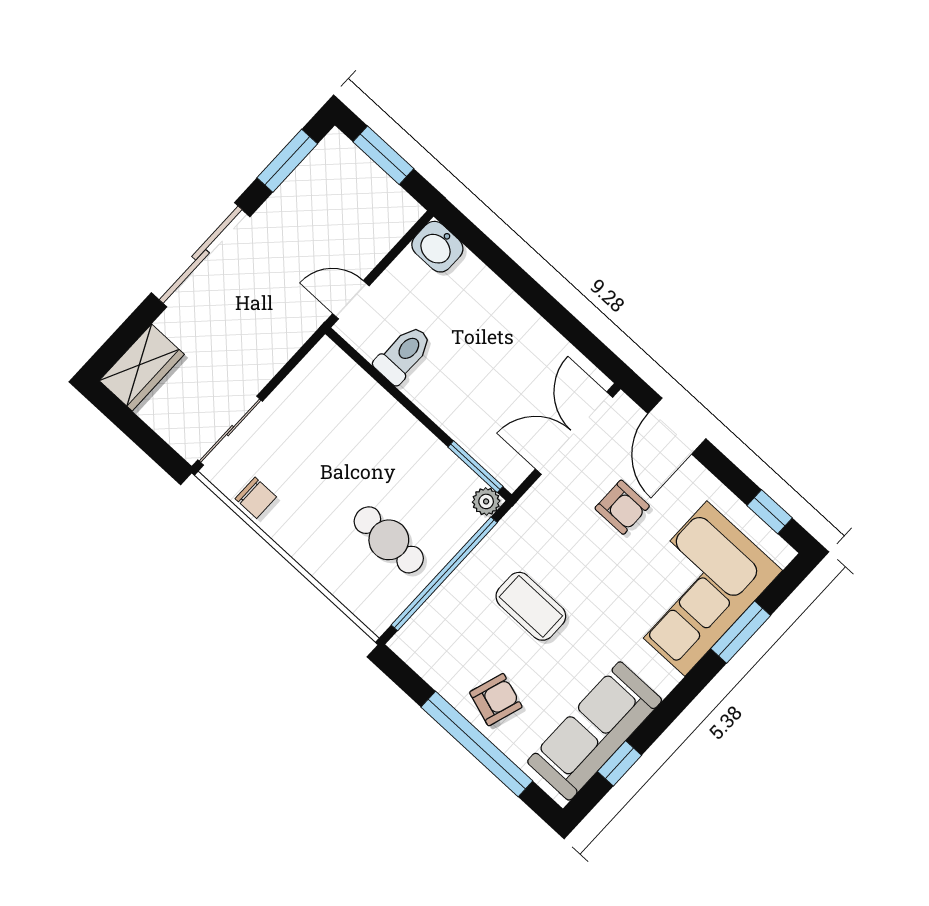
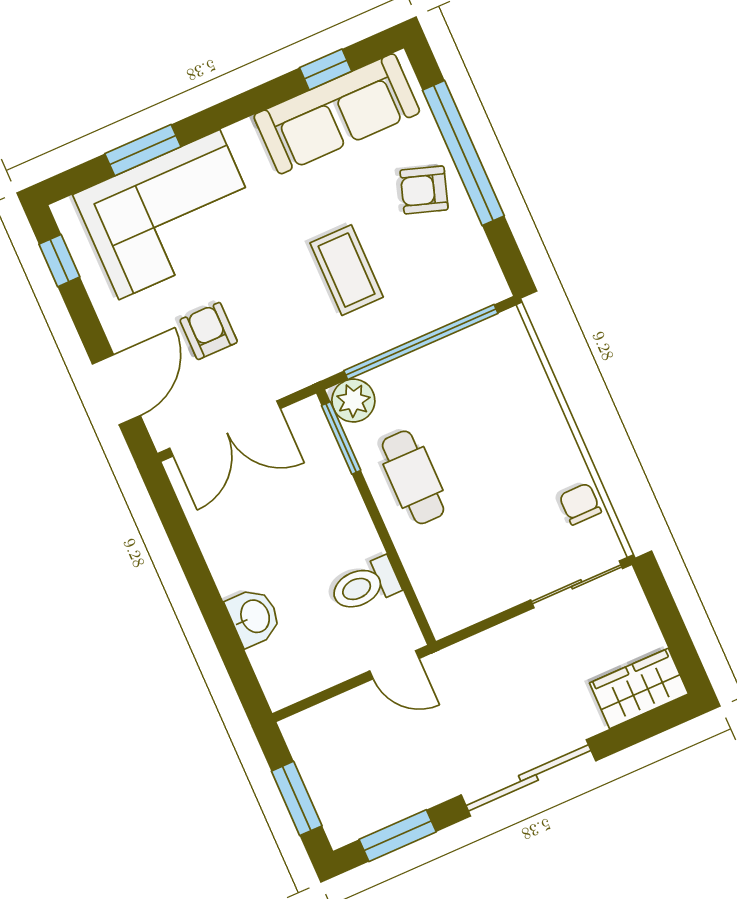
washbasin: (437, 247) -> (254, 617), moved
plant: (486, 501) -> (353, 401), width x1.38, depth x1.38
cafe table: (389, 540) -> (413, 477), moved

